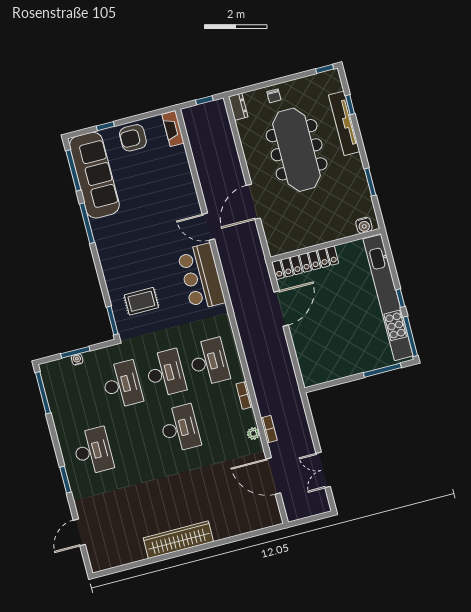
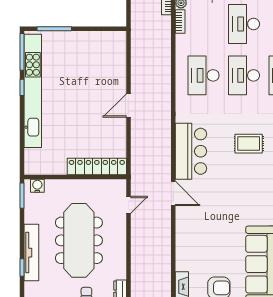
door: (253, 202) -> (128, 205), width x0.53
water cooler: (364, 225) -> (37, 186), moved
wall: (326, 245) -> (75, 177), moved
locker: (305, 263) -> (97, 167), moved
door: (281, 308) -> (128, 105), width x0.73
bookcase: (244, 395) -> (180, 22), moved

